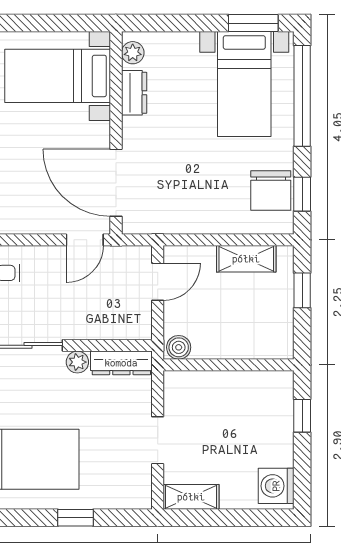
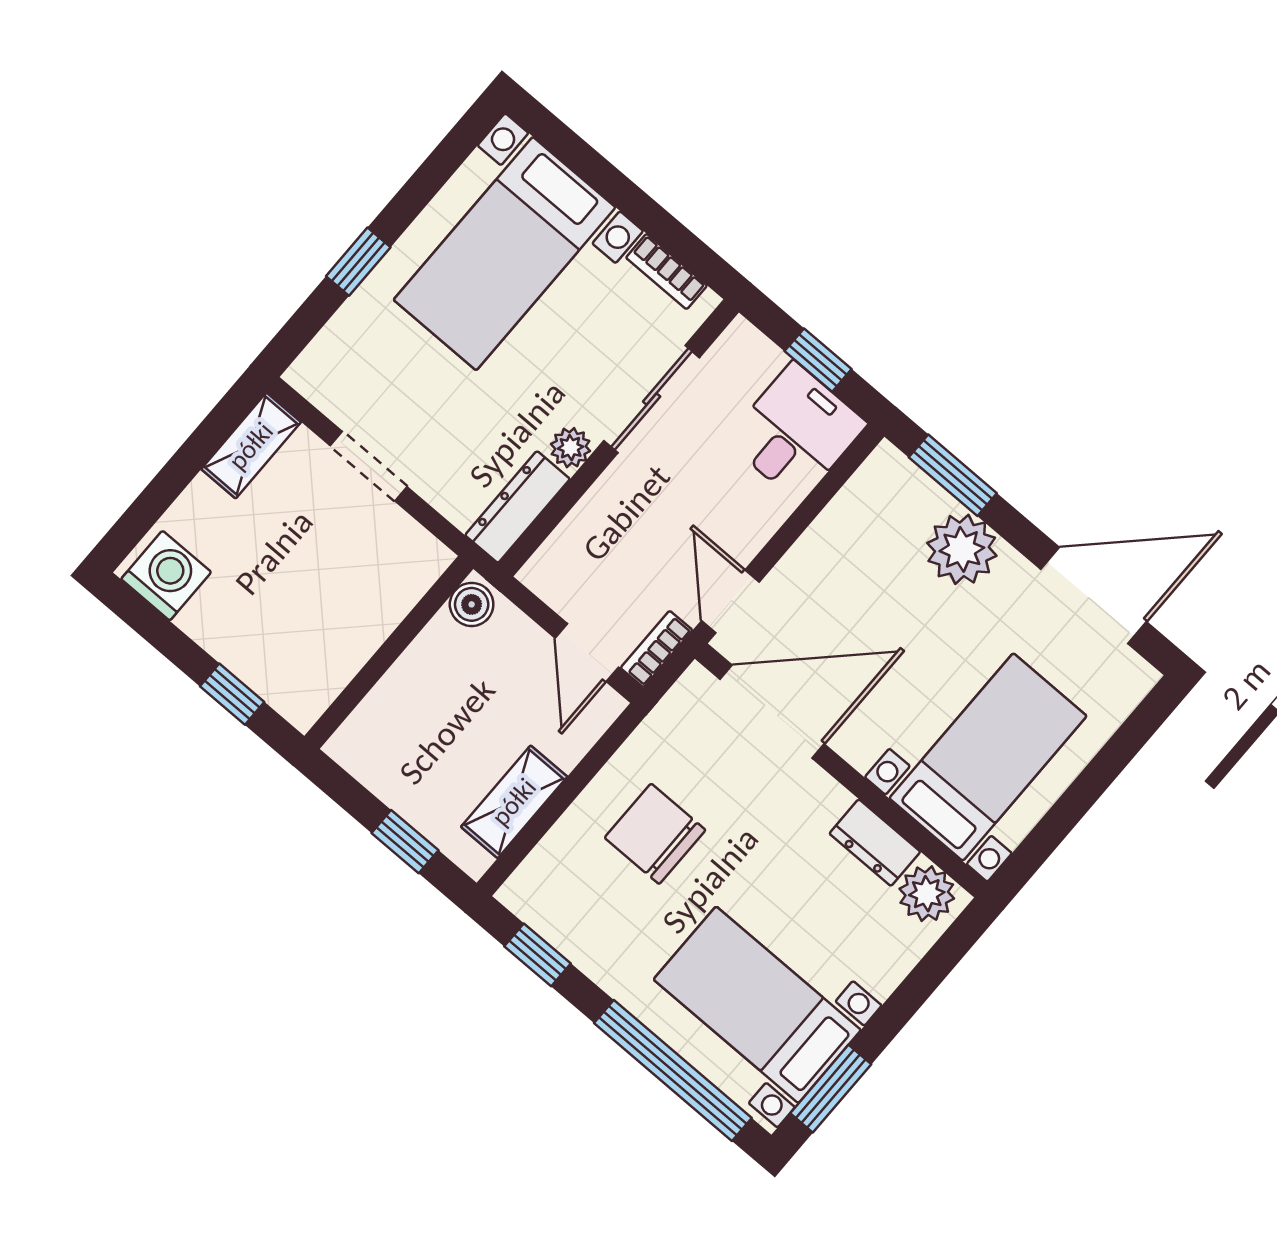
plant: (133, 53) -> (927, 894), width x1.38, depth x1.38
chair: (271, 191) -> (655, 834), moved
bookcase: (131, 254) -> (657, 649), added

